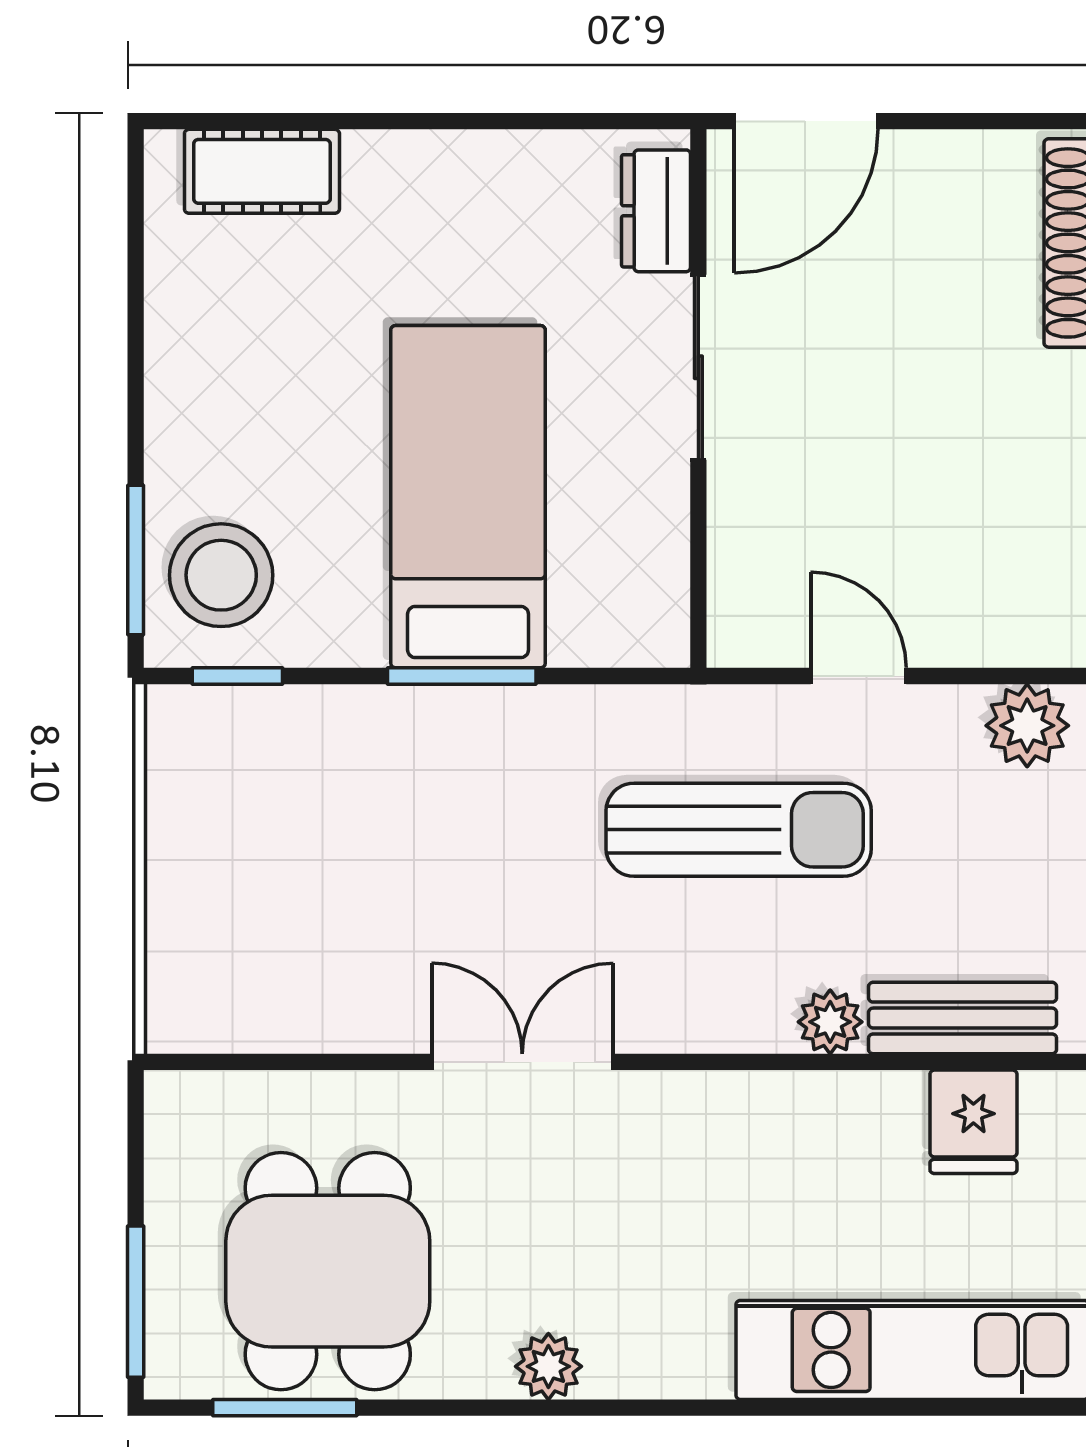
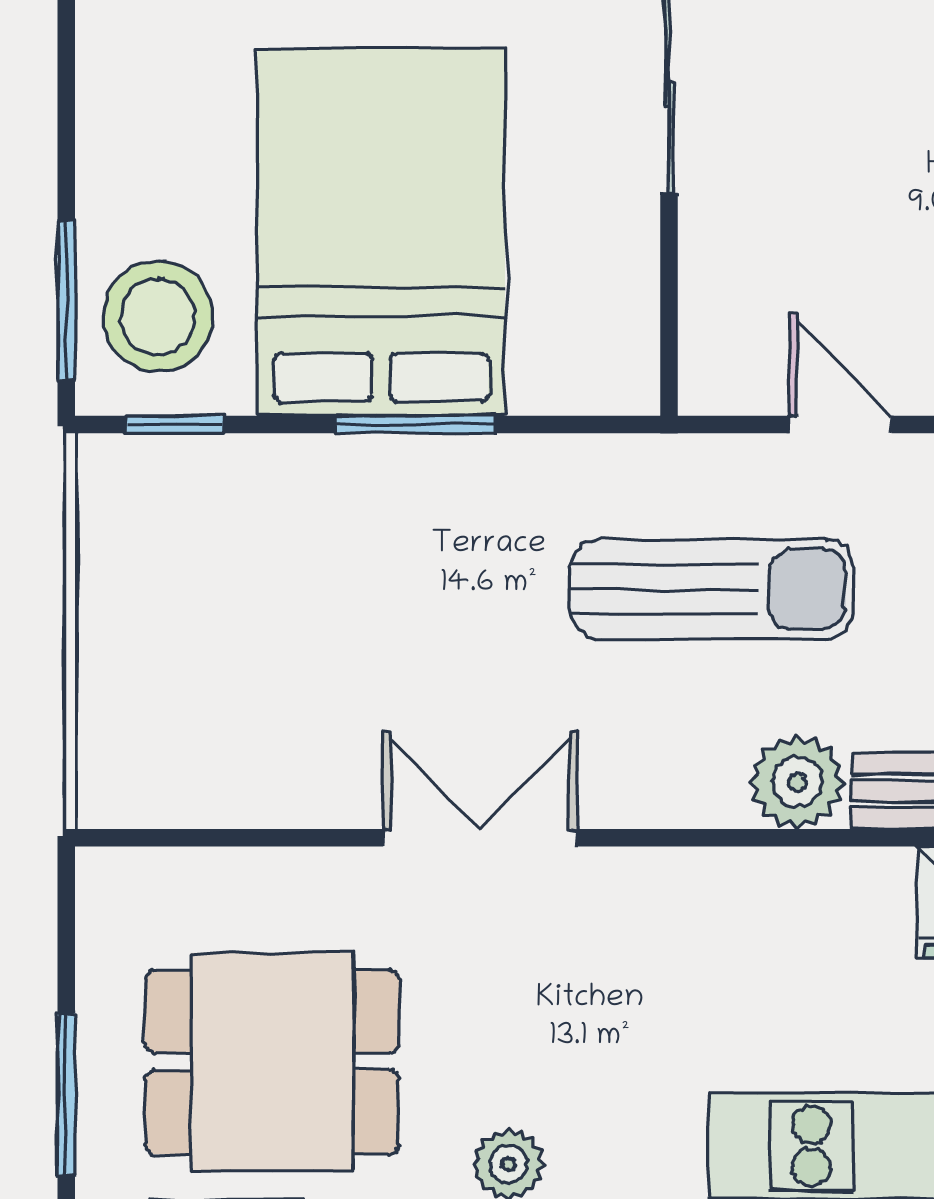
bed: (468, 497) -> (381, 232), width x1.50
plant: (830, 1022) -> (797, 782), width x1.38, depth x1.38
dining table: (328, 1271) -> (272, 1062), turned 90

